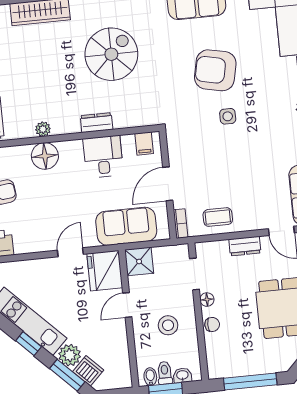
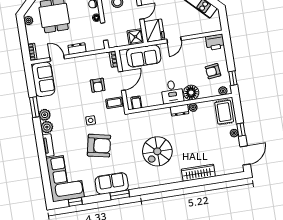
dresser: (97, 123) -> (180, 110), moved
desk: (103, 157) -> (172, 92), moved
armchair: (212, 178) -> (98, 85), added
coffee table: (218, 217) -> (114, 103), moved

